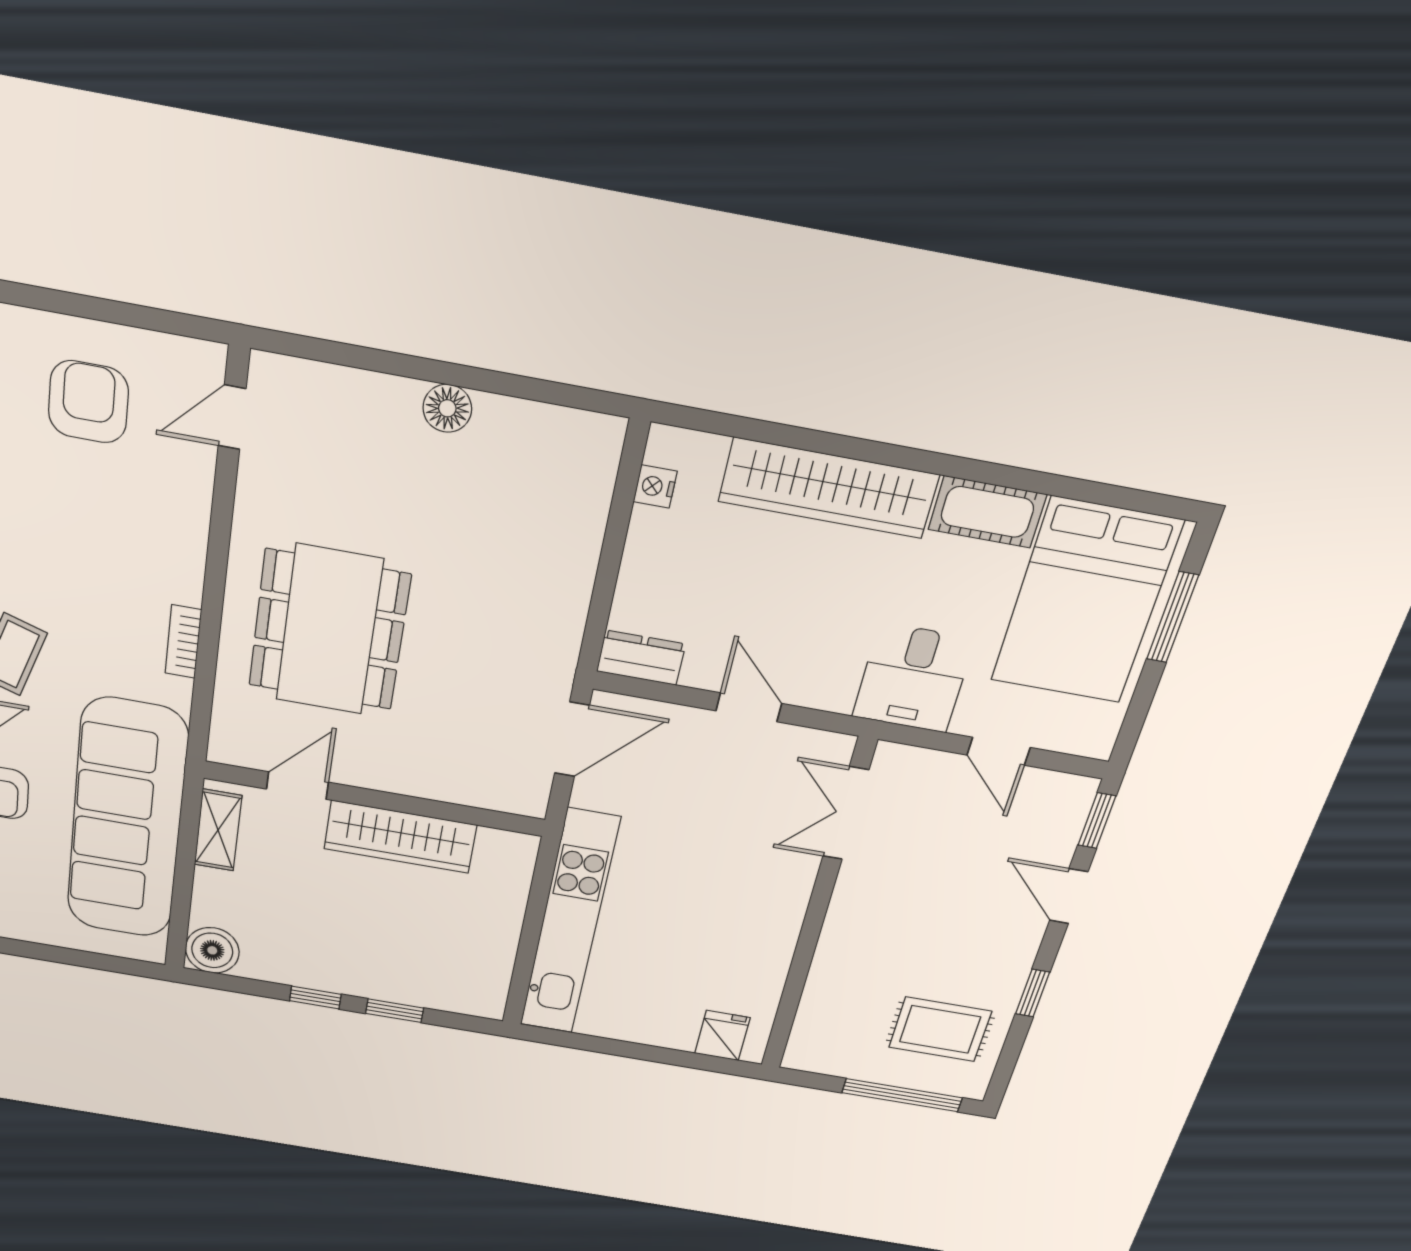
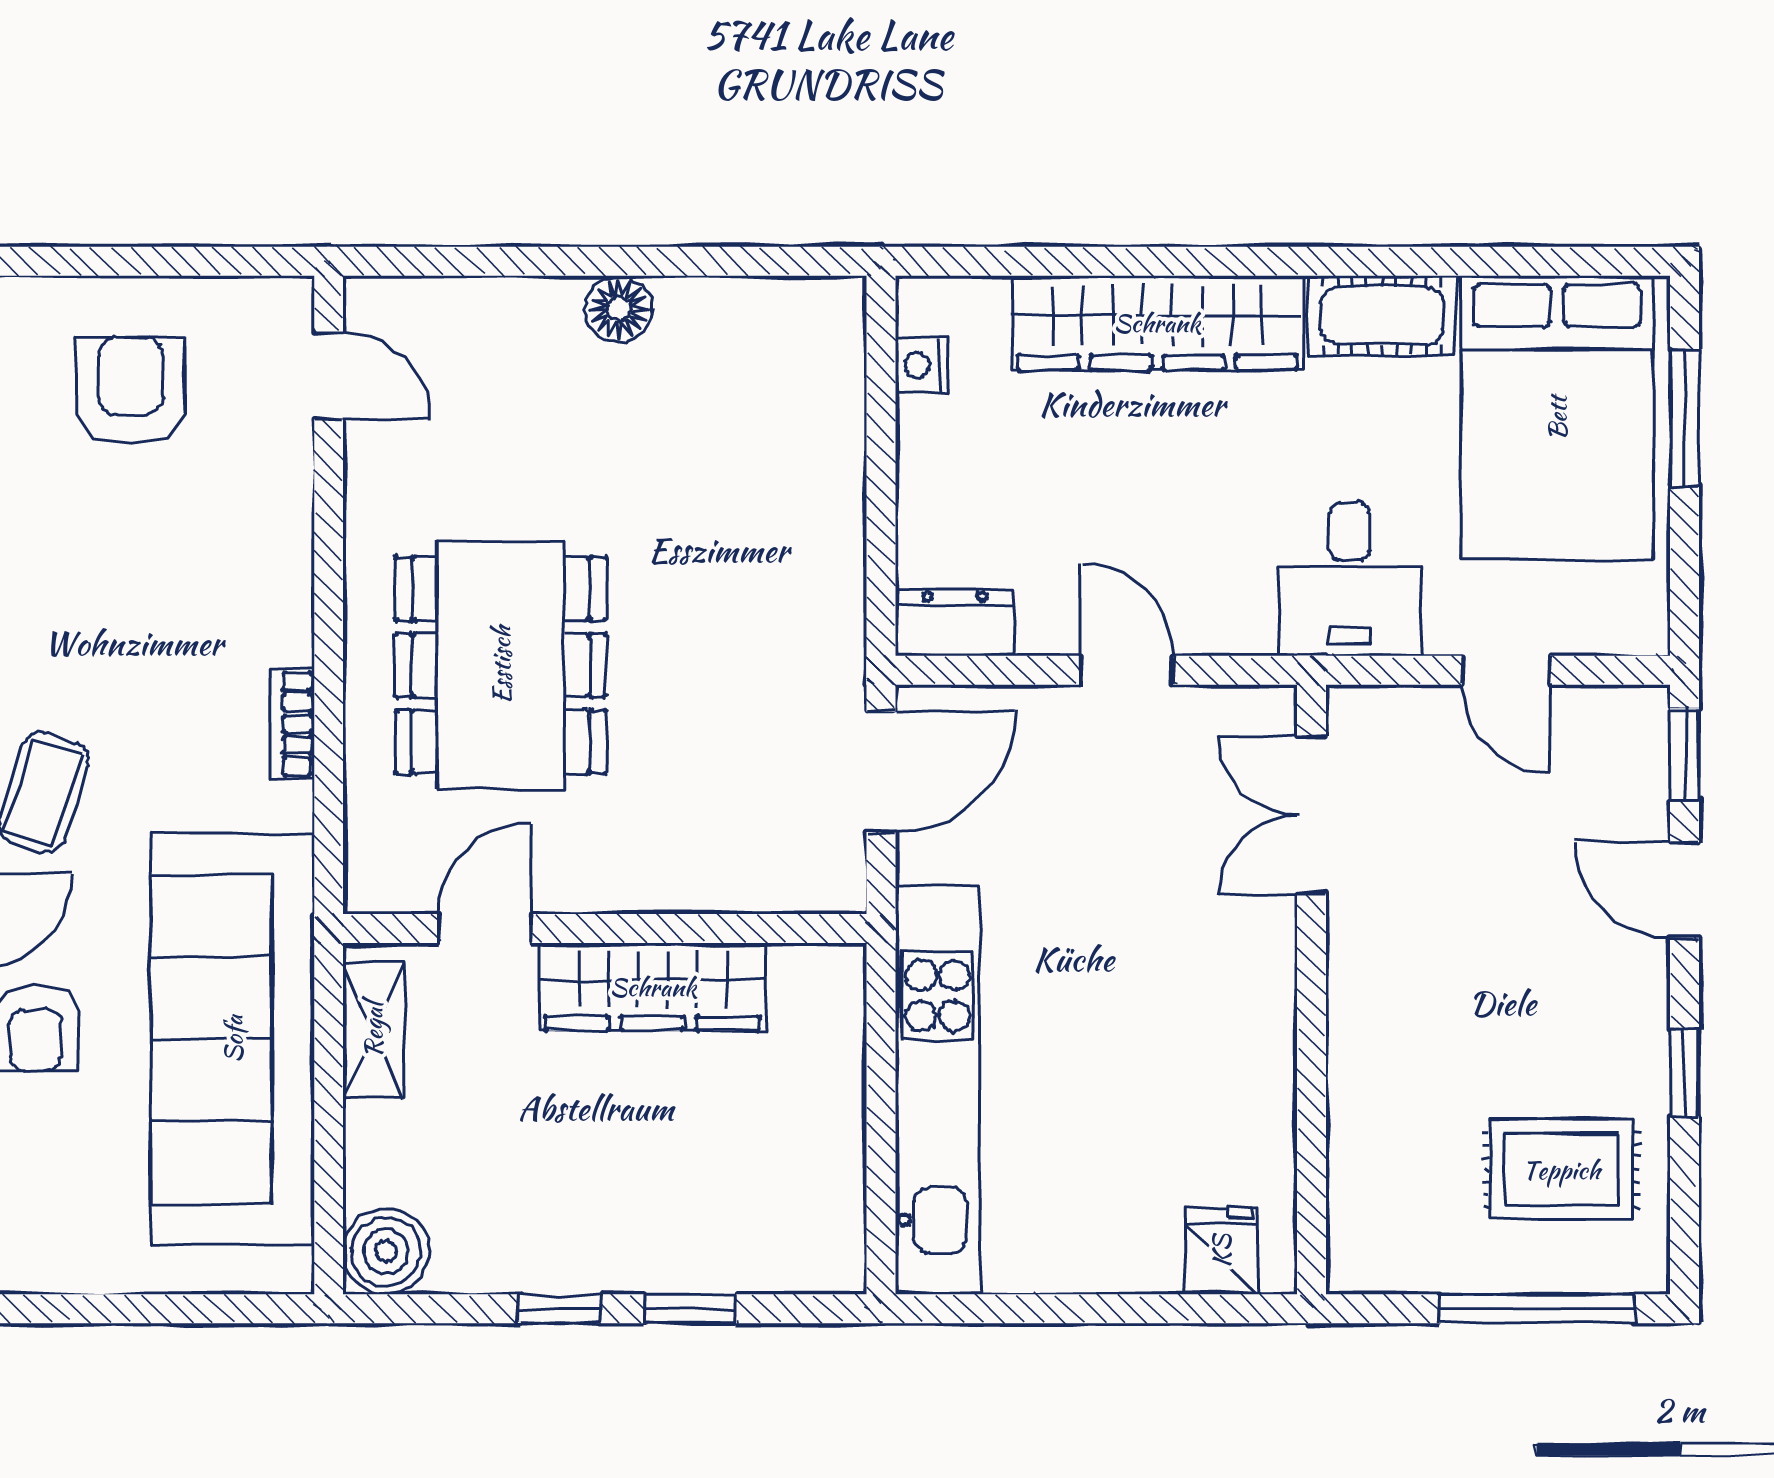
door: (232, 417) -> (329, 376), swing flipped

